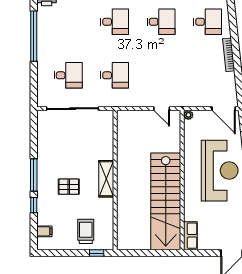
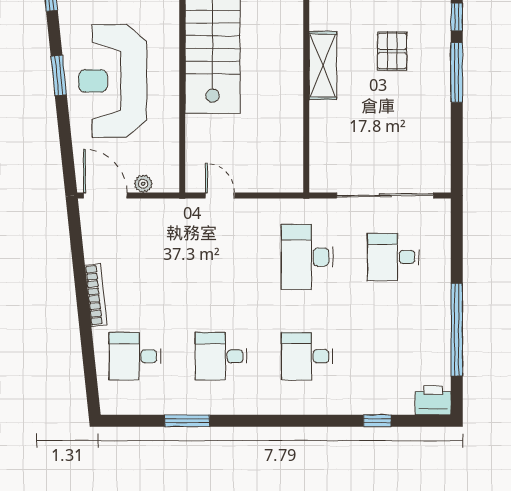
desk: (115, 75) -> (307, 257), width x1.37
plant: (188, 115) -> (143, 184), moved
pallet: (69, 187) -> (392, 51), turned 90

